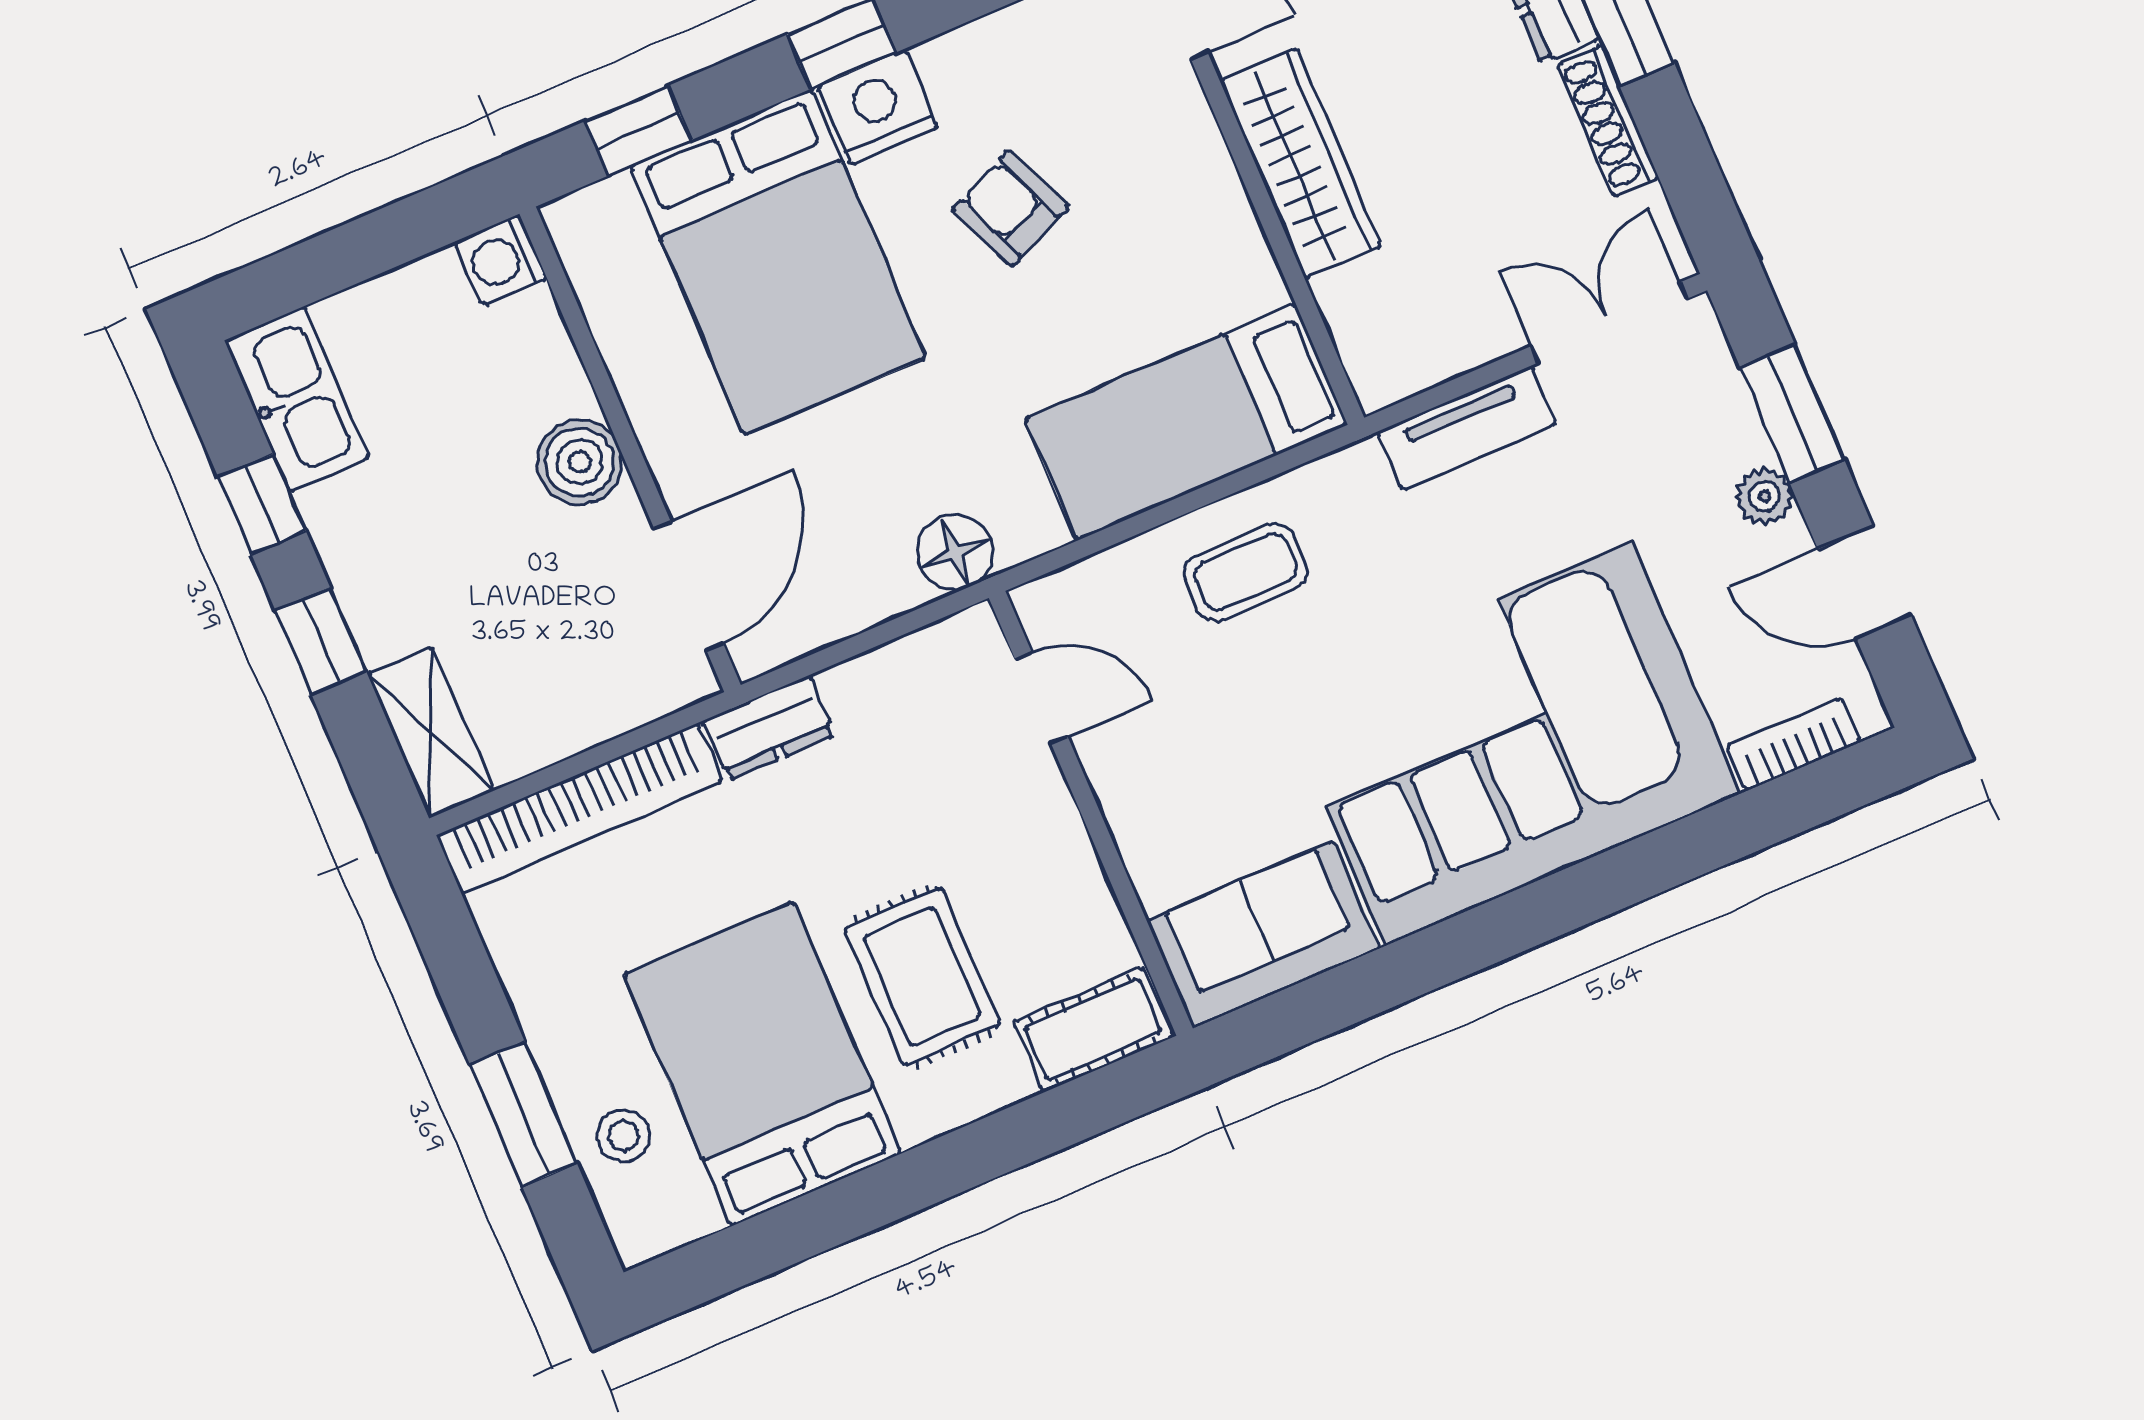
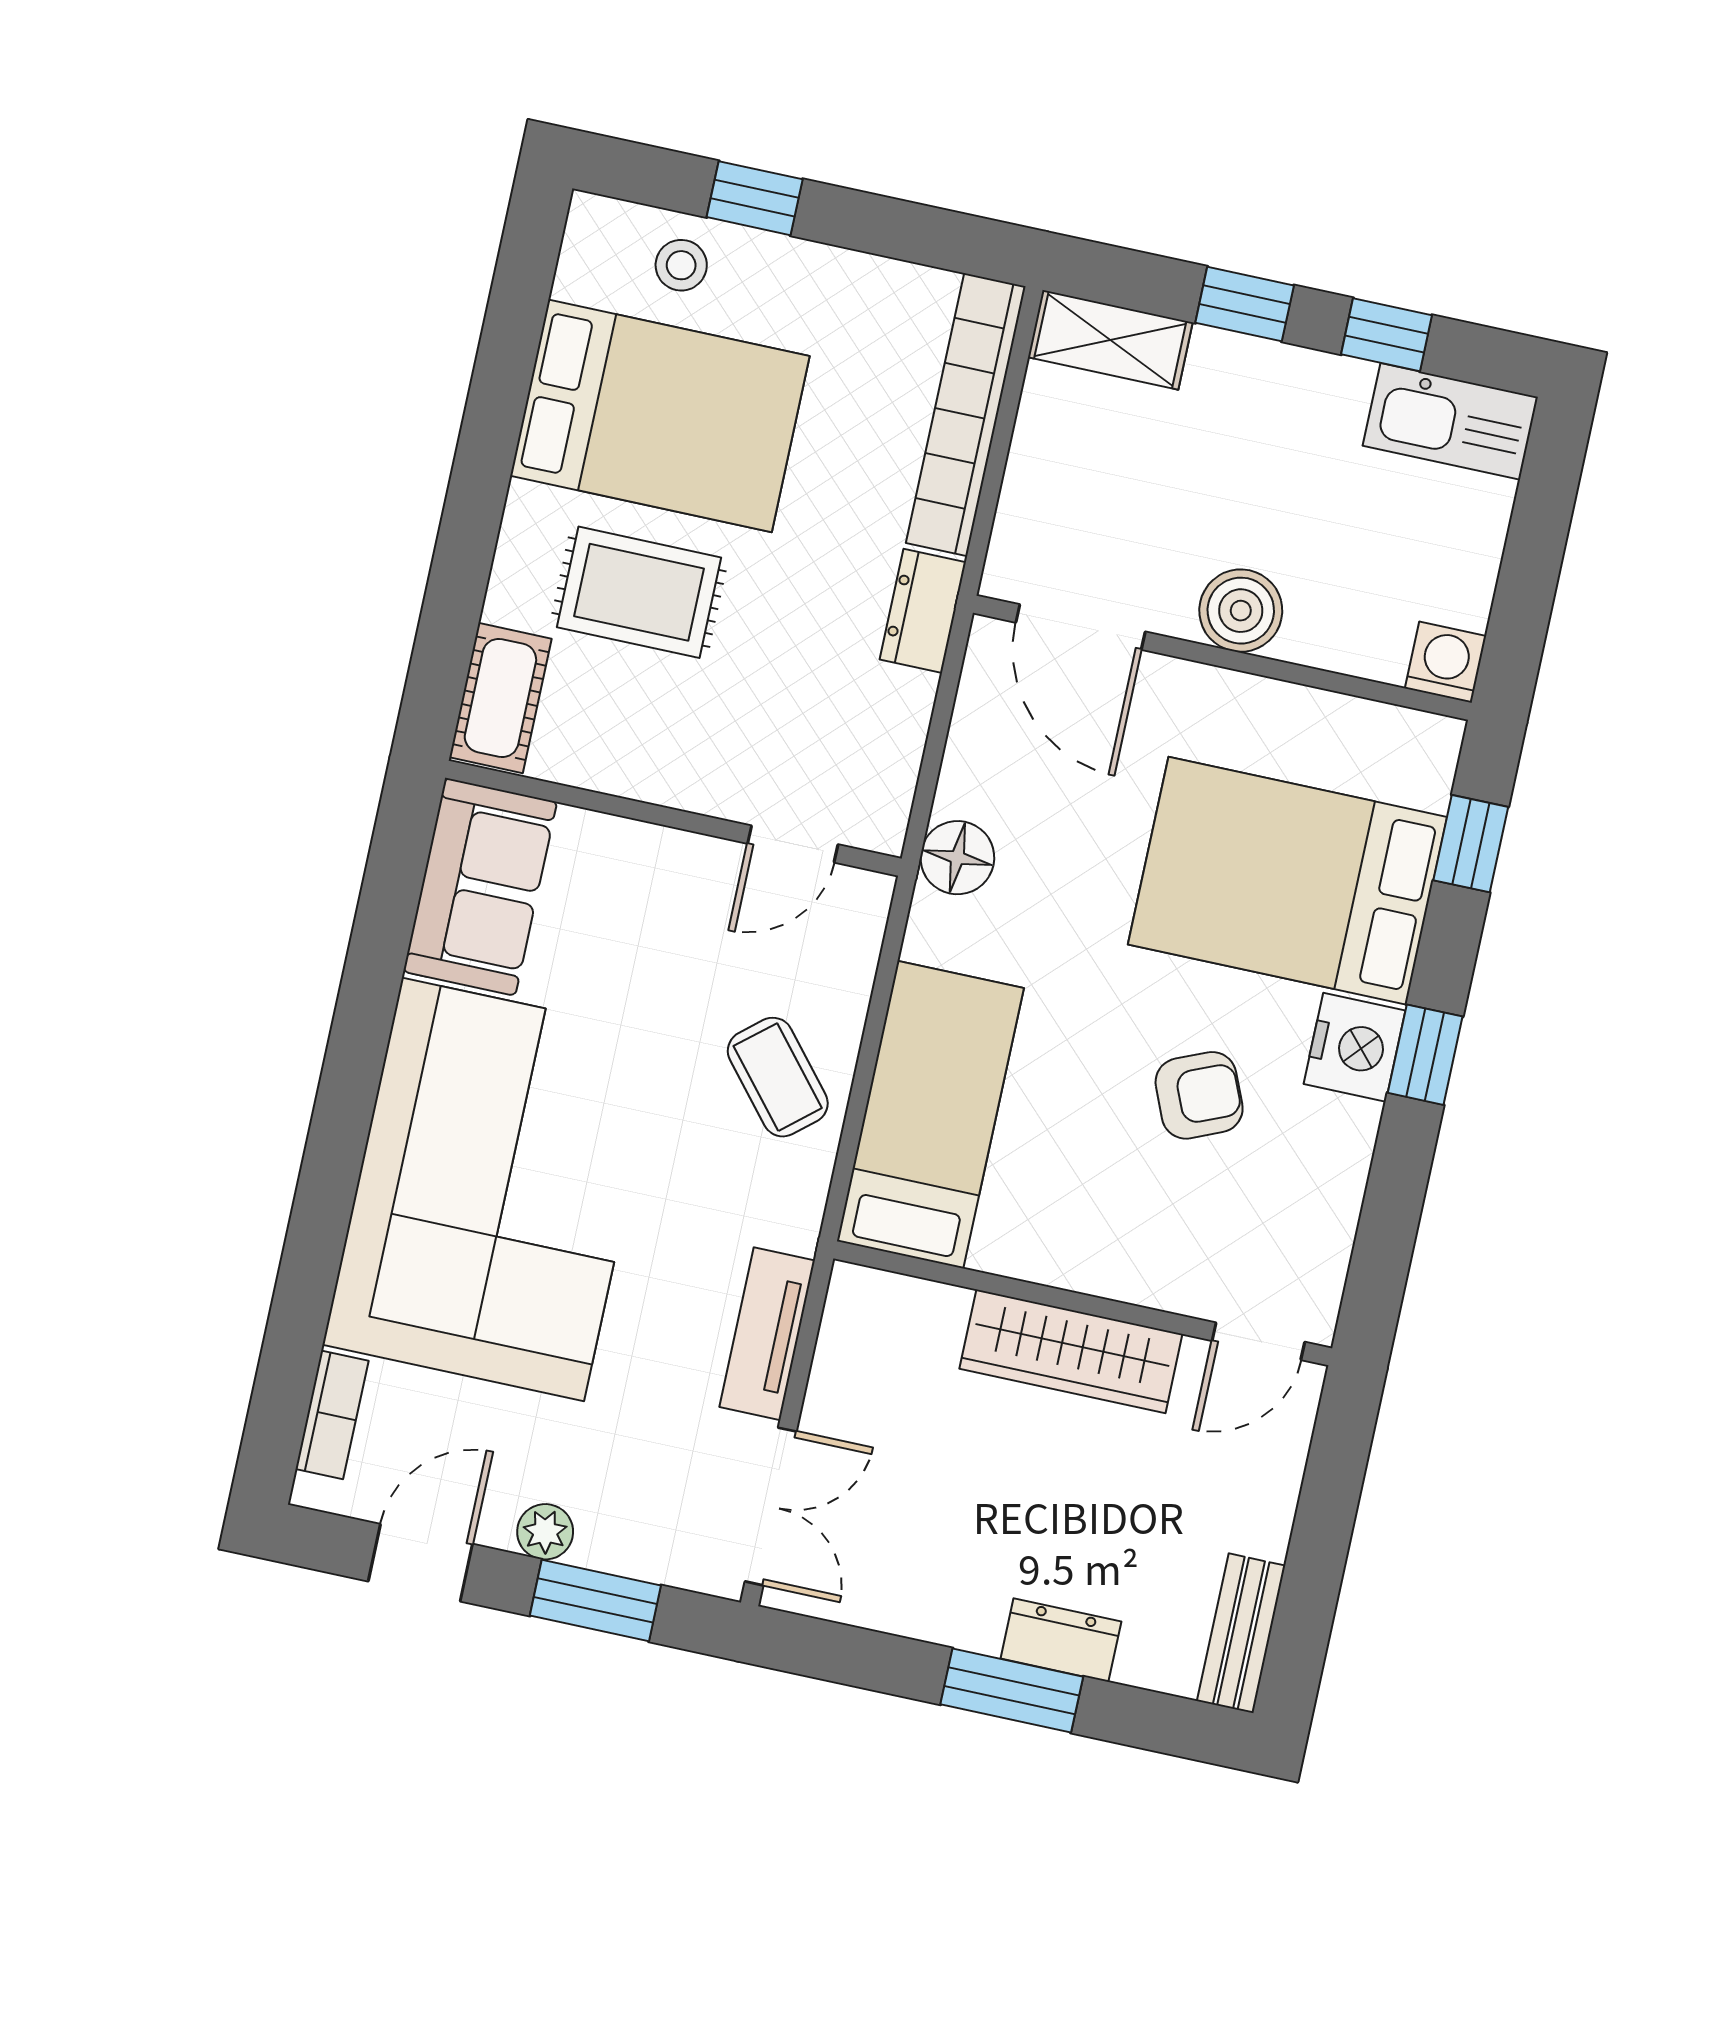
shoe rack: (1608, 121) -> (931, 1619), removed
coffee table: (1245, 572) -> (778, 1077), turned -40
window: (524, 1114) -> (755, 198), width x0.67

